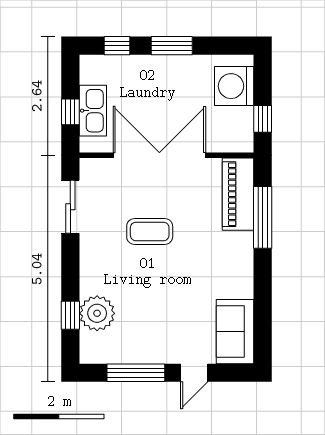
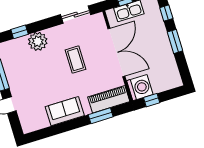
washing machine: (234, 86) -> (140, 88), moved, turned 90
window: (263, 217) -> (101, 116), width x0.69
plant: (97, 313) -> (38, 41), moved
sofa: (235, 332) -> (65, 111), moved

